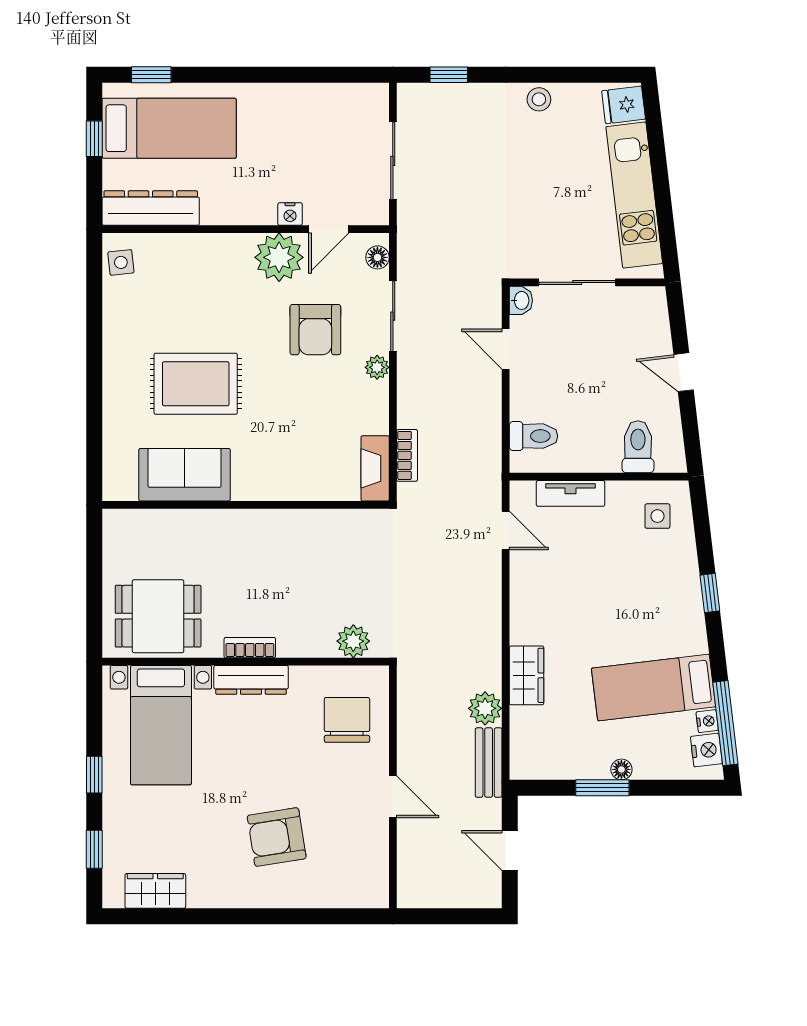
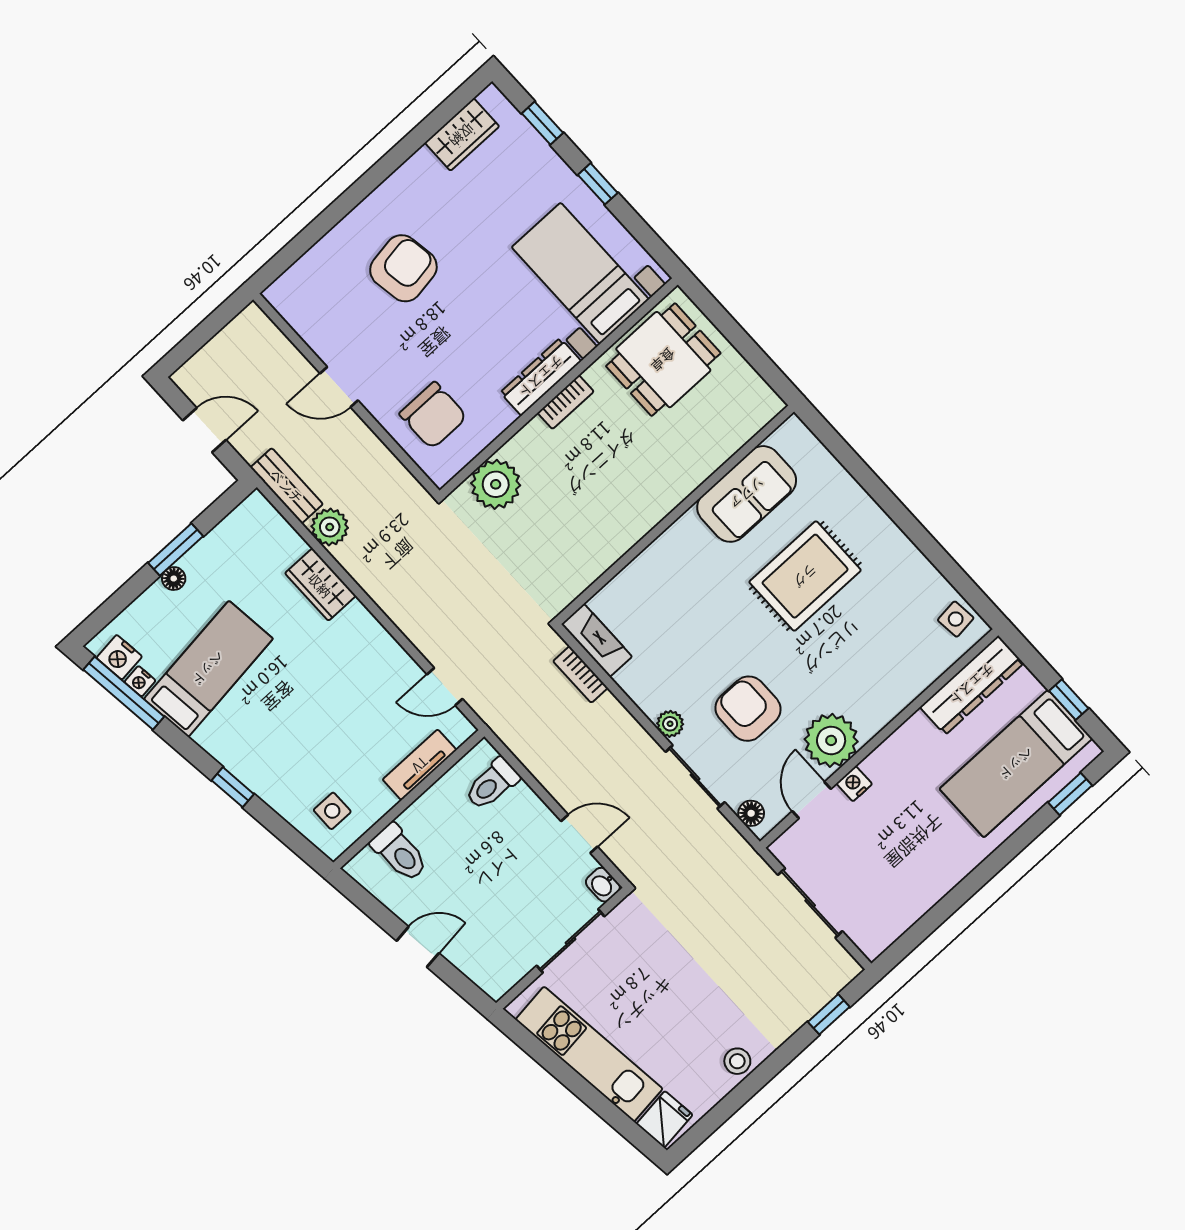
plant: (353, 641) -> (496, 484), width x1.36, depth x1.36

